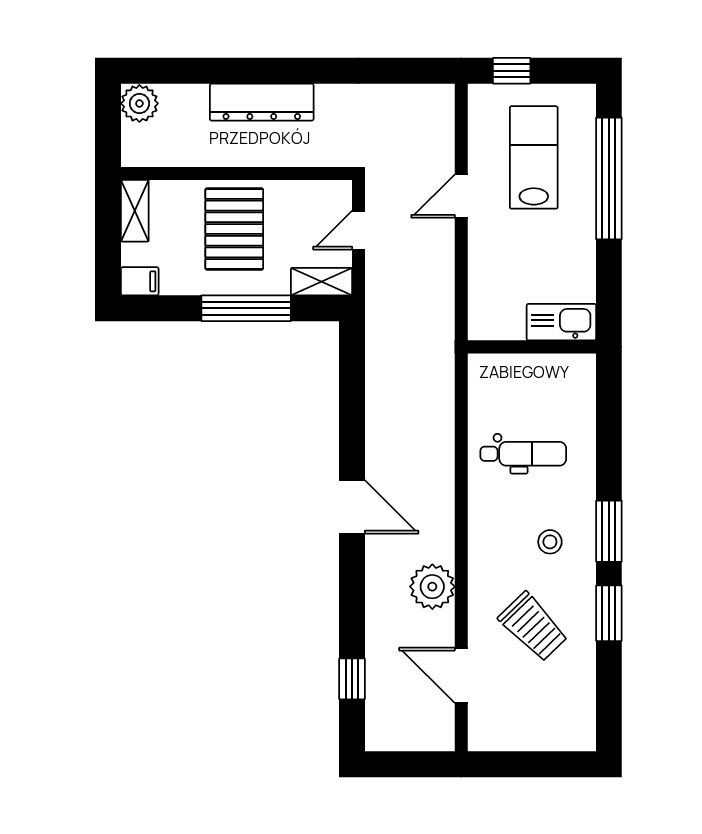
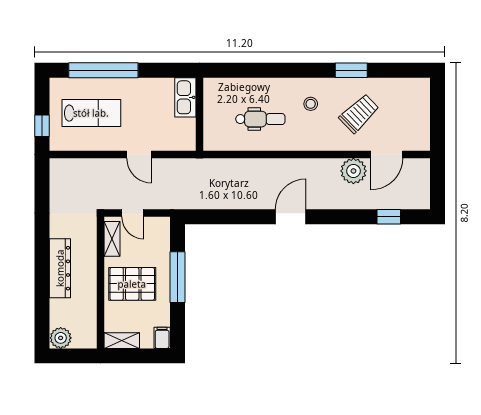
lab bench: (534, 157) -> (91, 113), turned 180
door: (461, 196) -> (139, 154), moved
shelving: (321, 282) -> (112, 239), moved
dental chair: (523, 454) -> (260, 119), turned 90
window: (609, 531) -> (305, 70), removed
plant: (432, 587) -> (353, 171), moved

